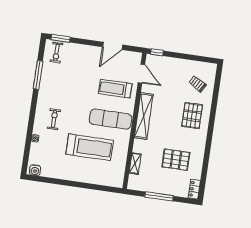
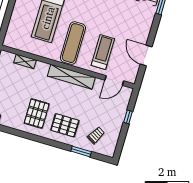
window: (157, 52) -> (128, 117), moved
window: (215, 96) -> (81, 151), added
pallet: (176, 160) -> (37, 114), moved

